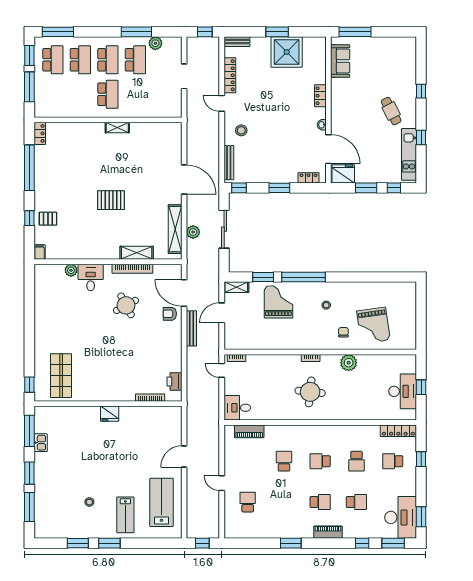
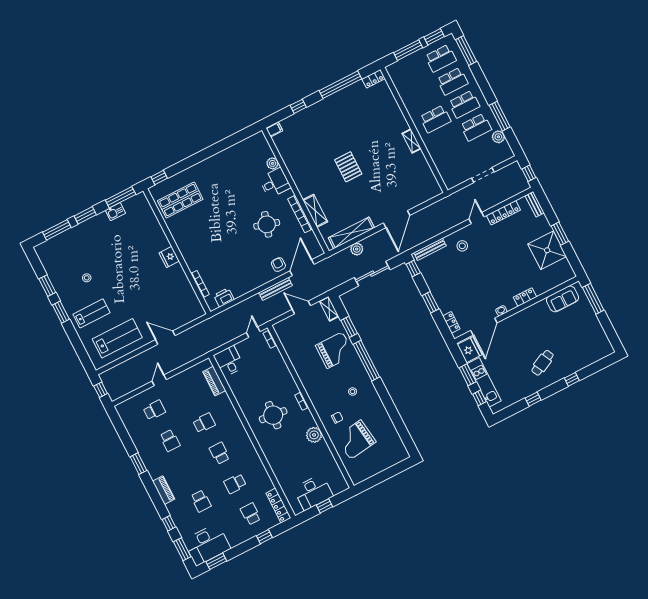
kitchen unit: (409, 154) -> (484, 382), moved, turned 90
pallet: (48, 219) -> (306, 122), removed
round table: (126, 305) -> (267, 224), turned 45
school desk: (320, 502) -> (170, 440), moved
lab bench: (125, 515) -> (91, 313), turned 180

